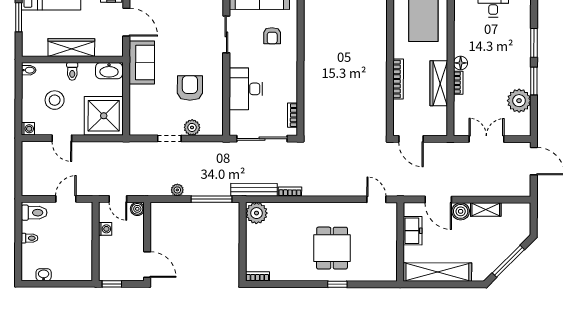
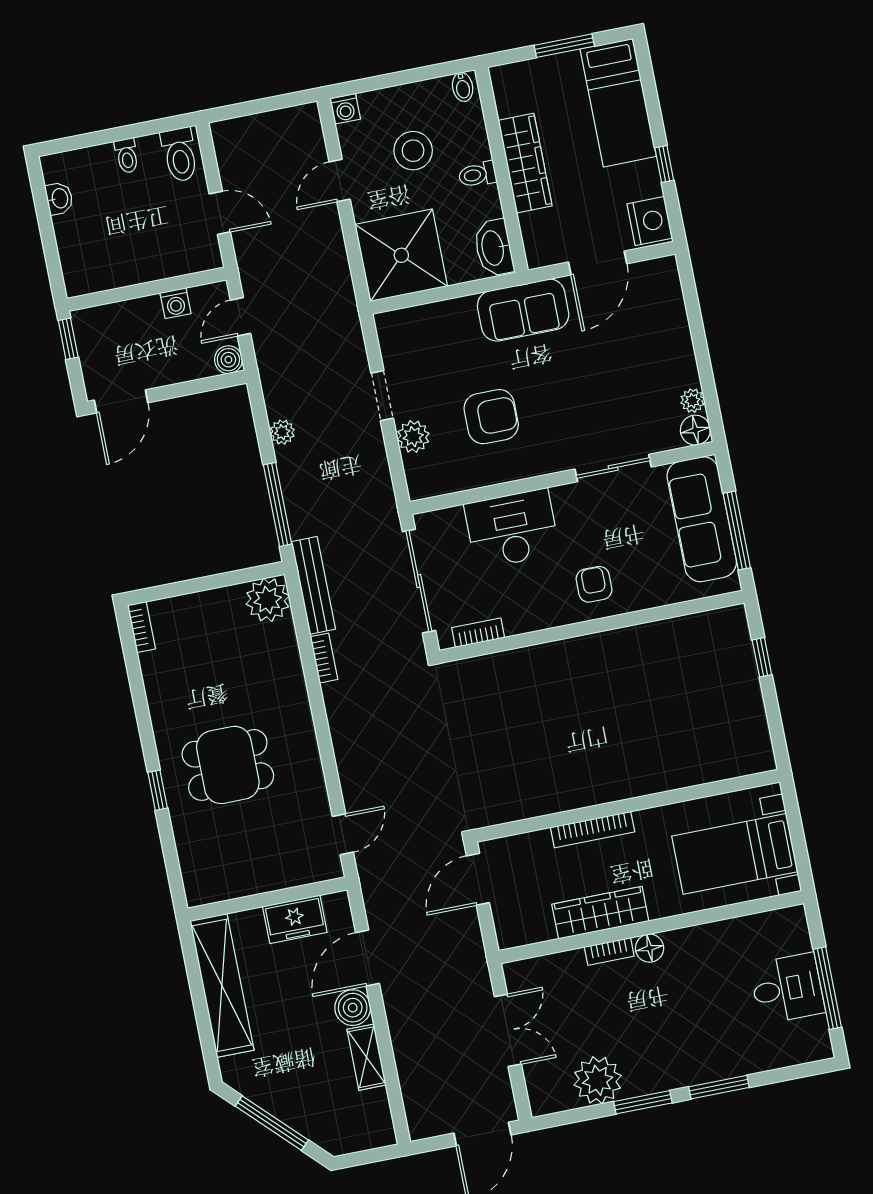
armchair: (272, 36) -> (594, 584), moved, turned 90

